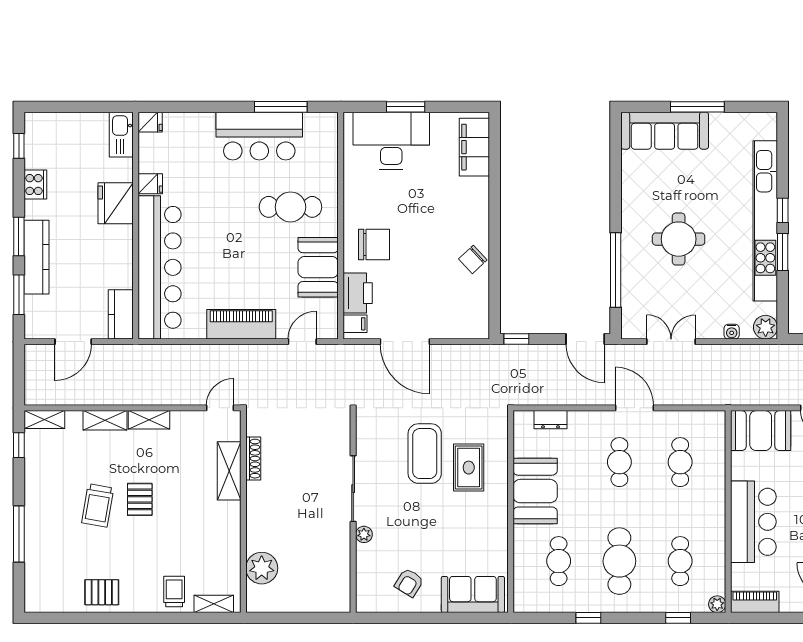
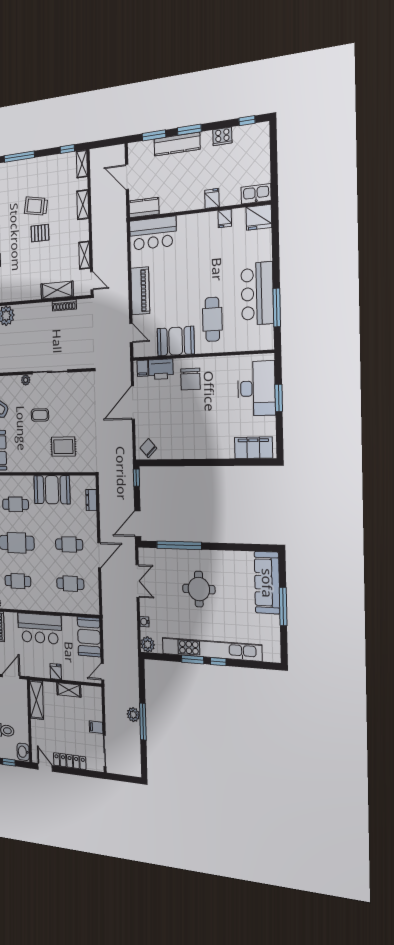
fridge: (150, 122) -> (259, 217), width x1.88, depth x1.34
fridge: (116, 203) -> (212, 198), width x0.53, depth x0.75
chair: (473, 259) -> (148, 448), moved
bar counter: (160, 267) -> (153, 233), width x0.54
shelving: (149, 420) -> (84, 255), moved
coffee table: (425, 454) -> (40, 415), moved, width x0.54, depth x0.58

